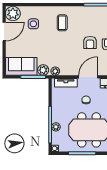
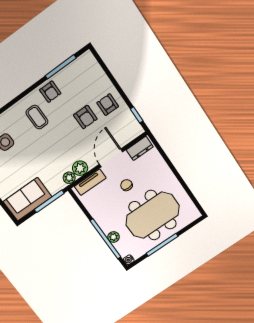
armchair: (80, 14) -> (50, 92), added
plant: (43, 70) -> (80, 168), moved

